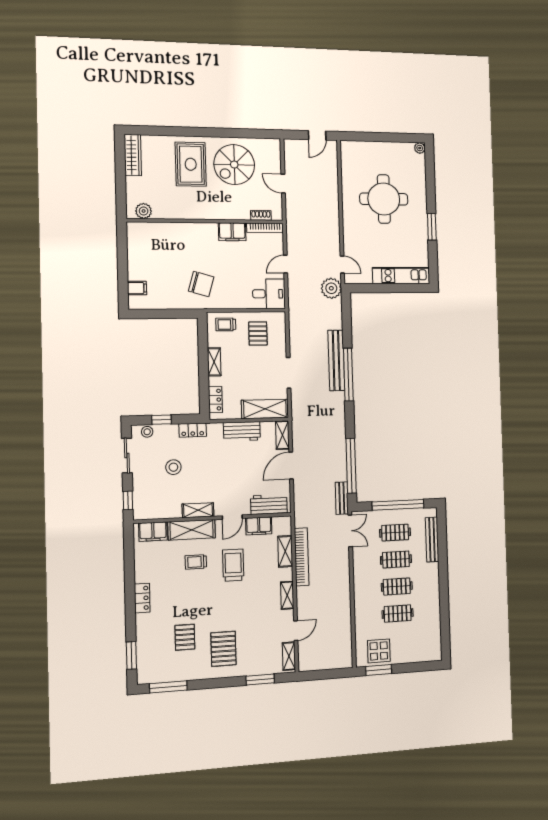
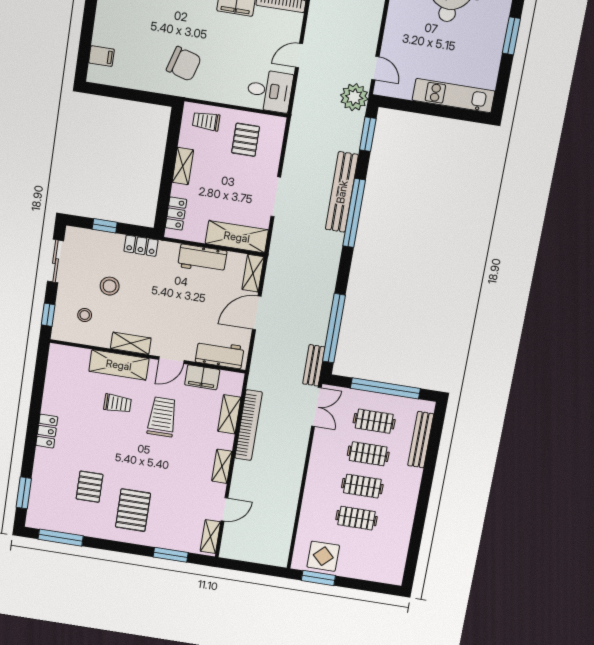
window: (346, 314) -> (368, 134), added
stool: (147, 432) -> (85, 315), moved
filing cabinet: (153, 532) -> (72, 357), removed
trolley: (196, 562) -> (118, 403), turned 180

